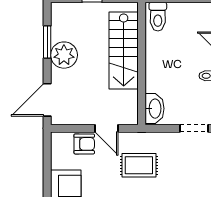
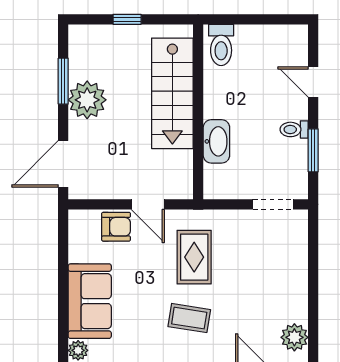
washbasin: (155, 109) -> (216, 141), moved
rug: (139, 165) -> (194, 257), turned 90

